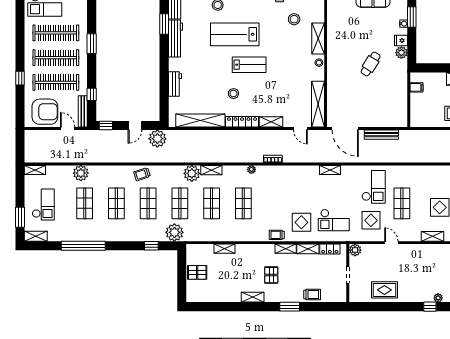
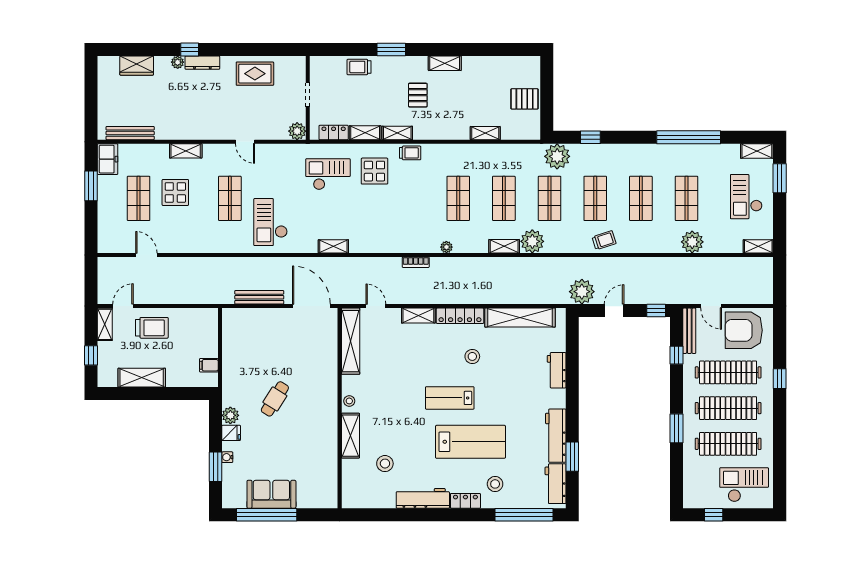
display table: (371, 220) -> (274, 174), removed
dresser: (421, 298) -> (202, 63), added

